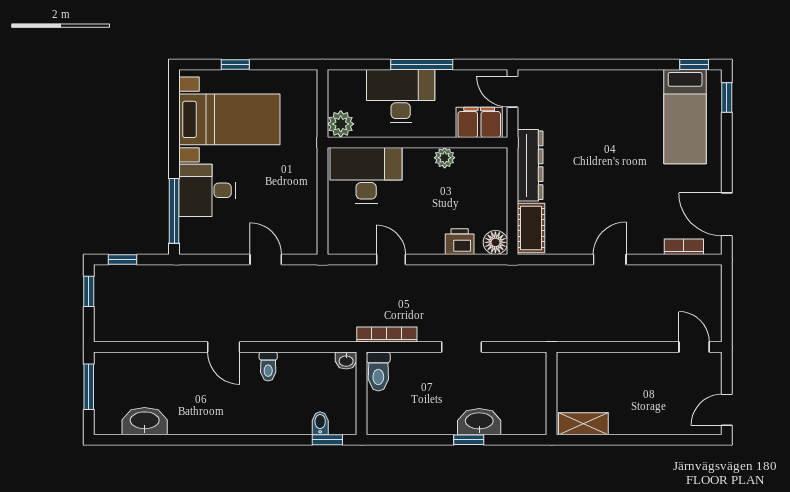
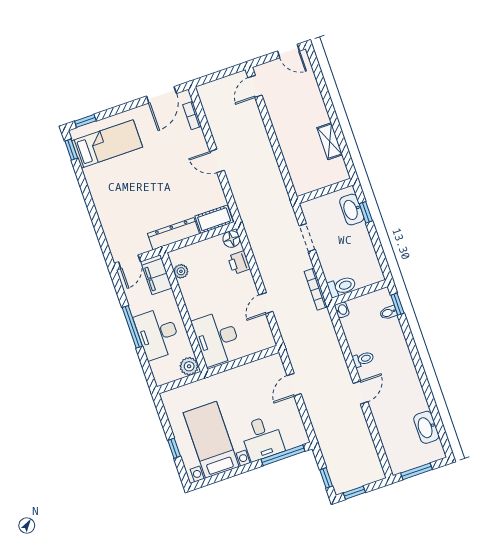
plant: (445, 158) -> (181, 271), moved
wall: (552, 393) -> (325, 191), moved

